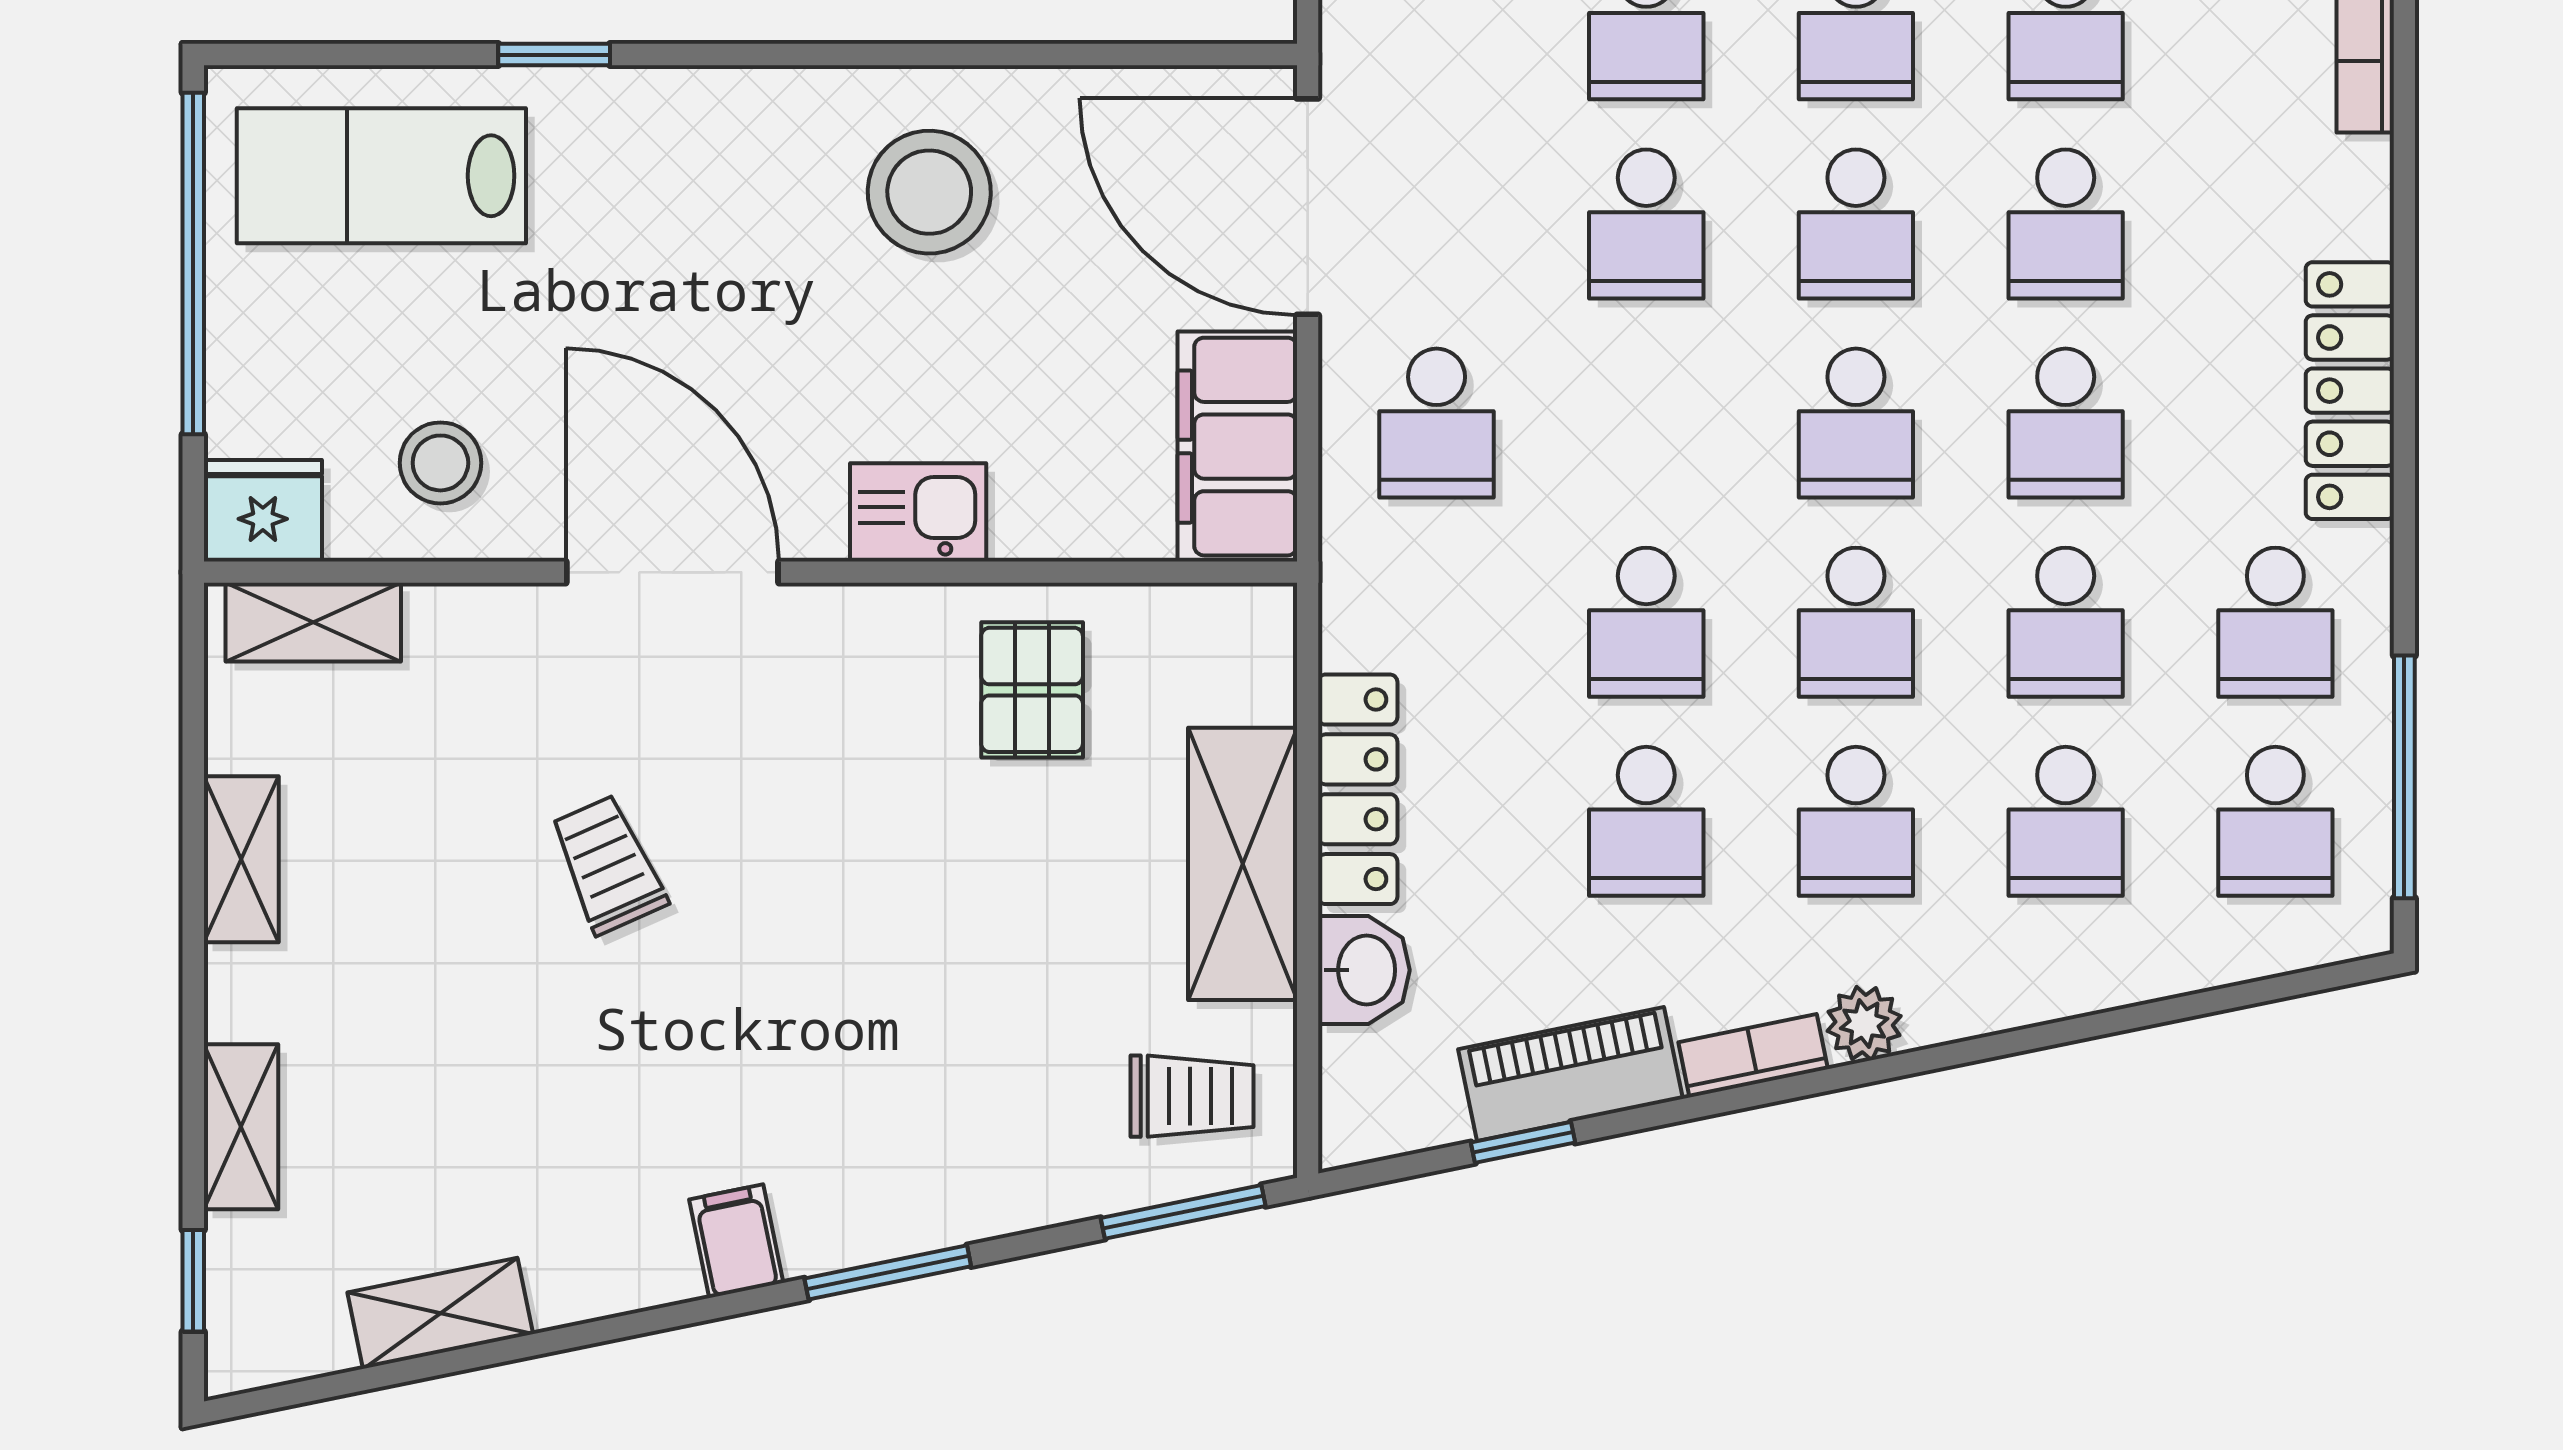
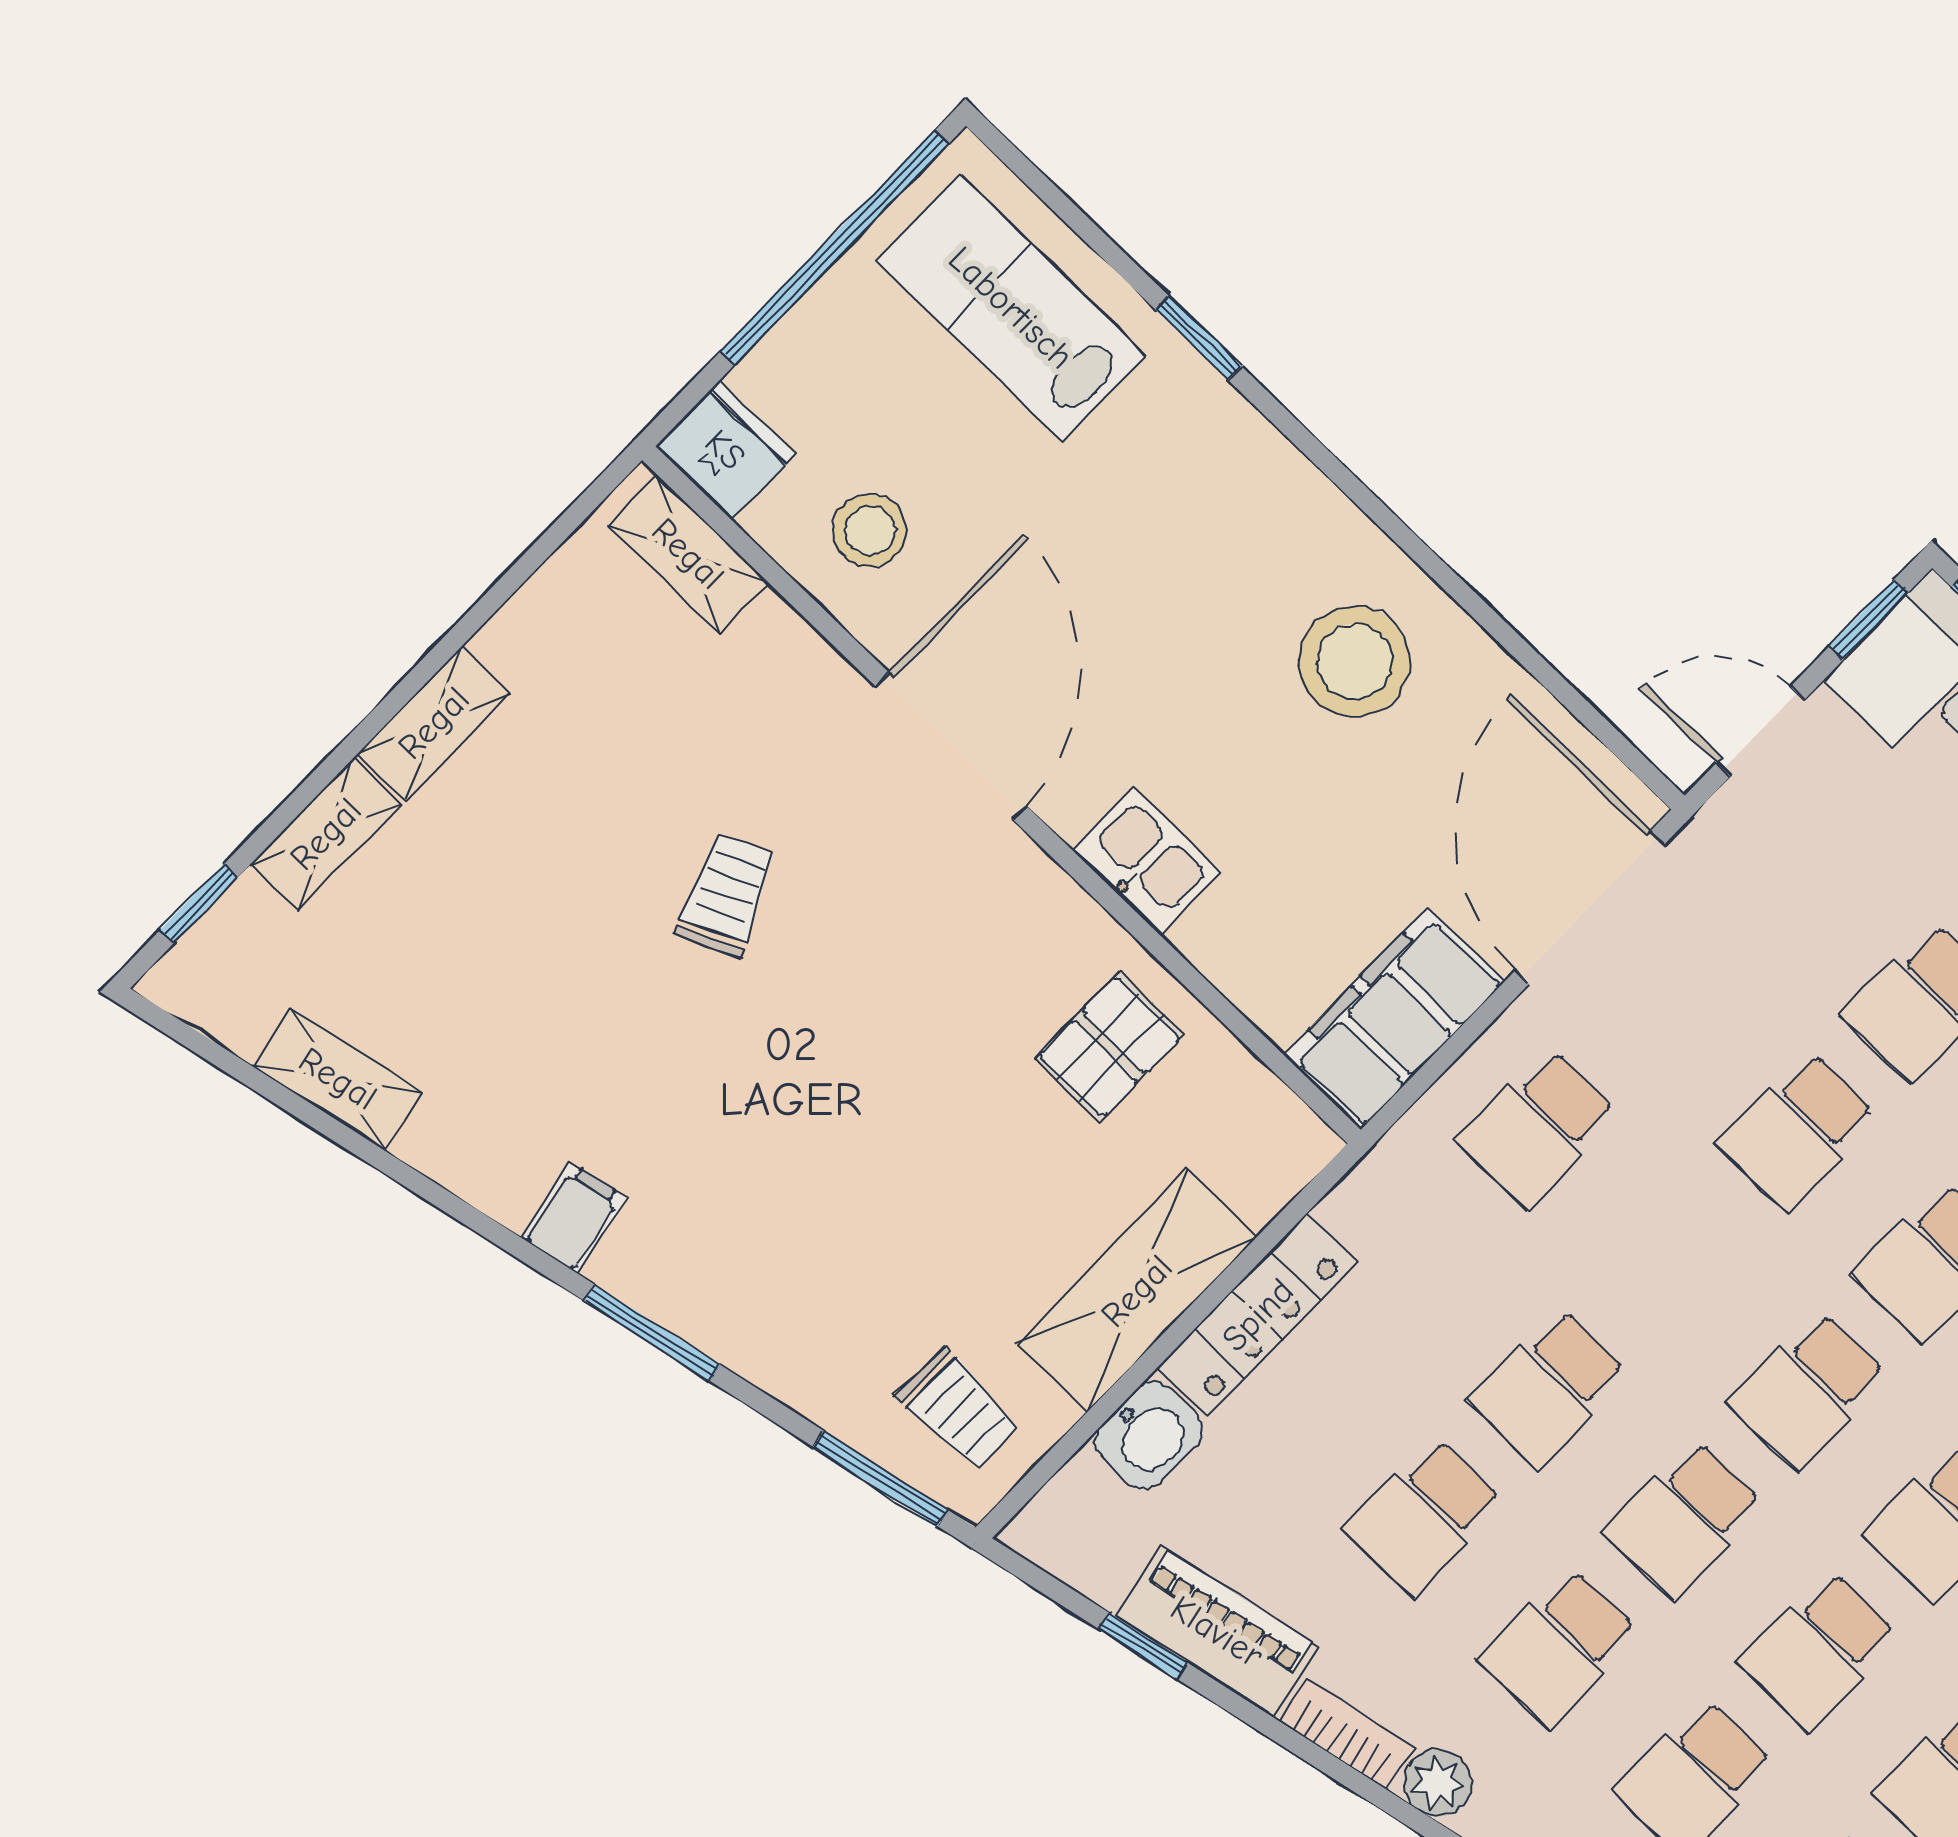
shelving: (241, 859) -> (434, 723), moved

